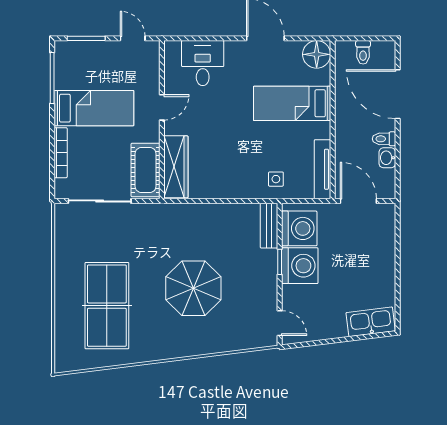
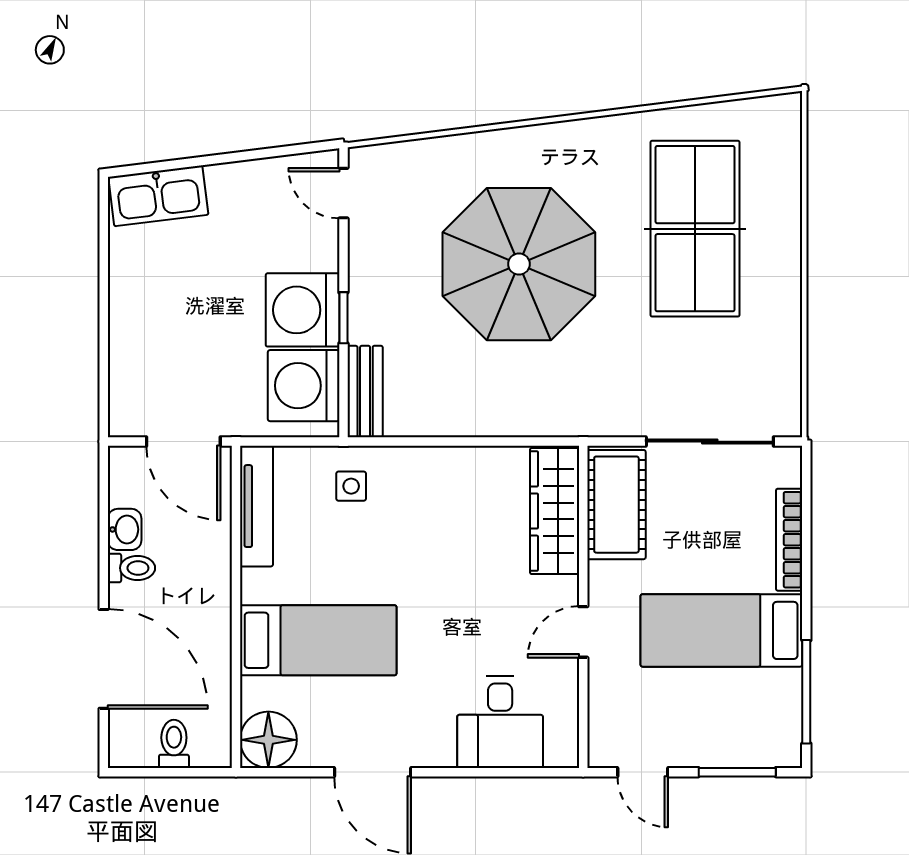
parasol: (193, 288) -> (519, 264), width x1.36, depth x1.36

